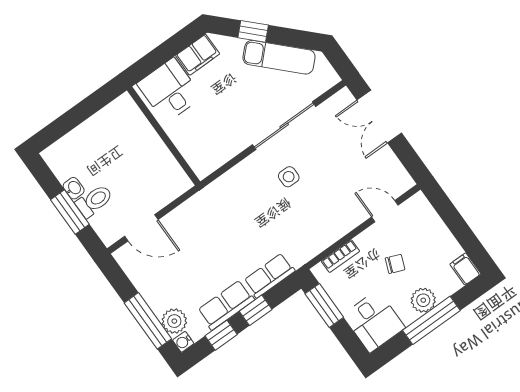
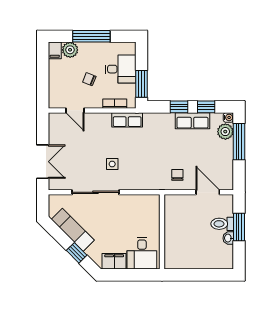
chair: (196, 222) -> (177, 175), added
row of seats: (269, 276) -> (127, 120), moved
plant: (423, 300) -> (70, 50), moved
desk: (374, 321) -> (121, 69), moved, turned 90

